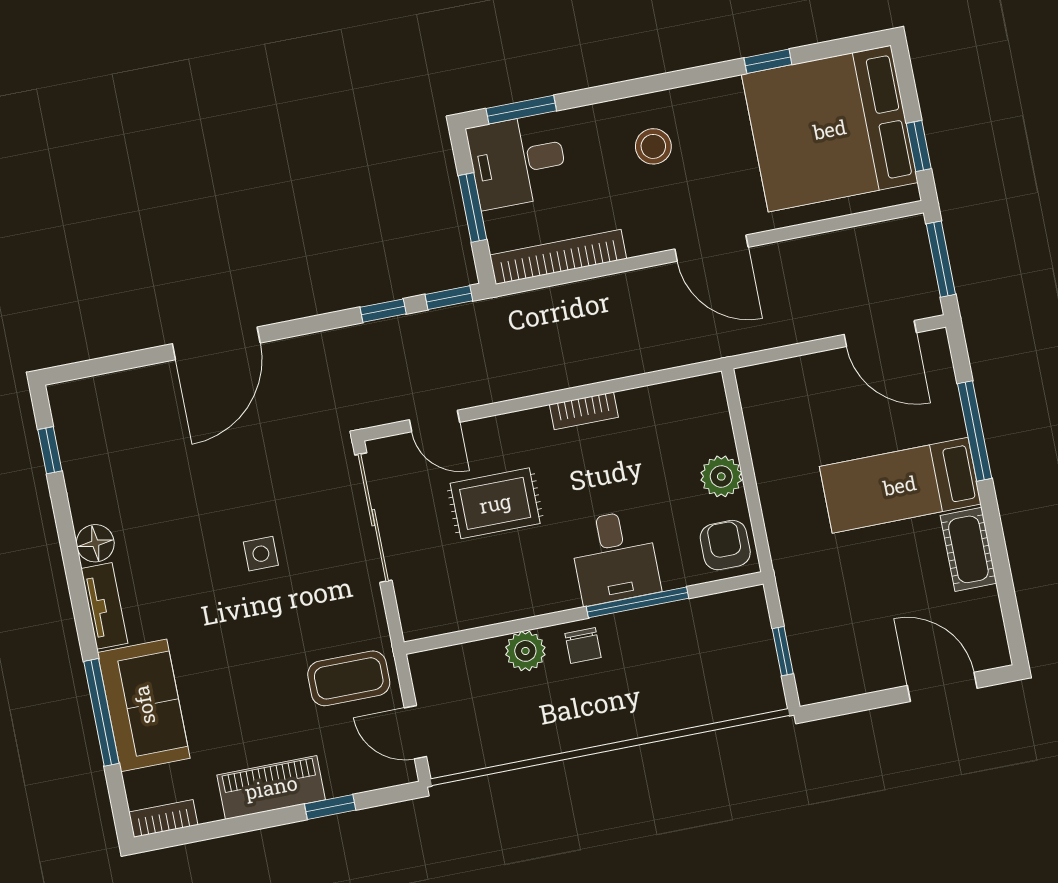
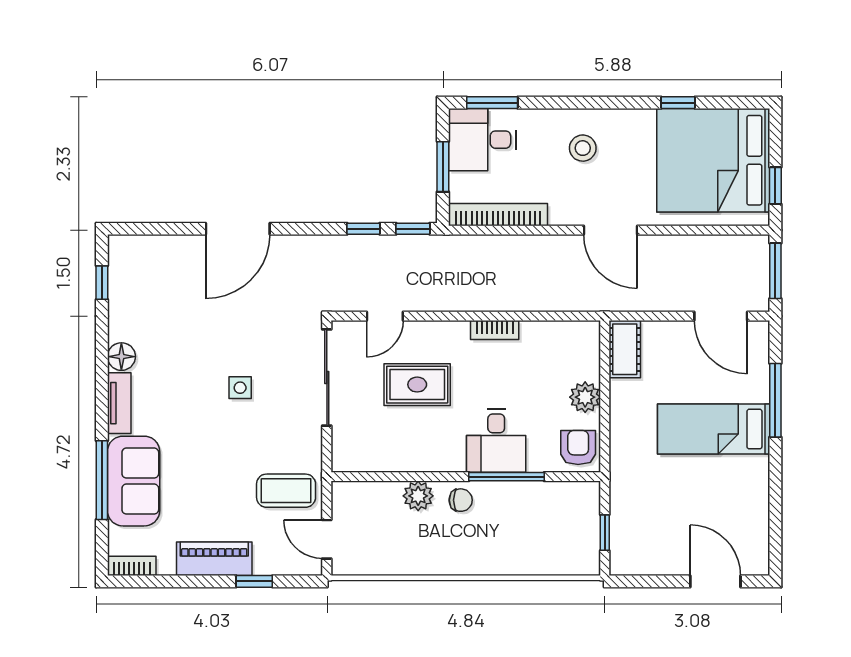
door: (434, 421) -> (385, 316), hinge flipped
cot: (968, 549) -> (625, 349), moved
chair: (583, 645) -> (461, 500), turned -90

